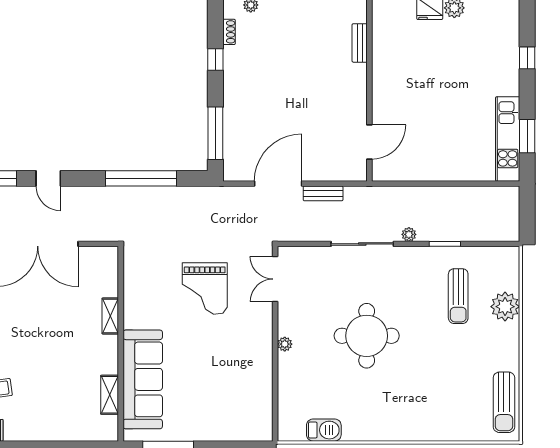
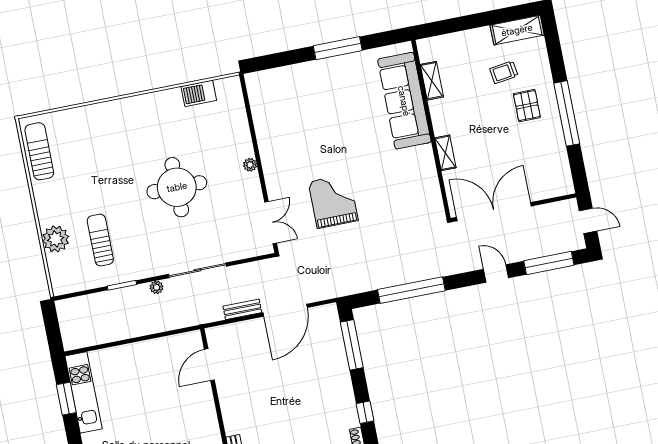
shelving: (110, 316) -> (445, 153), moved
wall: (121, 344) -> (431, 129), moved
sofa: (143, 379) -> (404, 101), moved
shelving: (110, 395) -> (432, 81), moved

